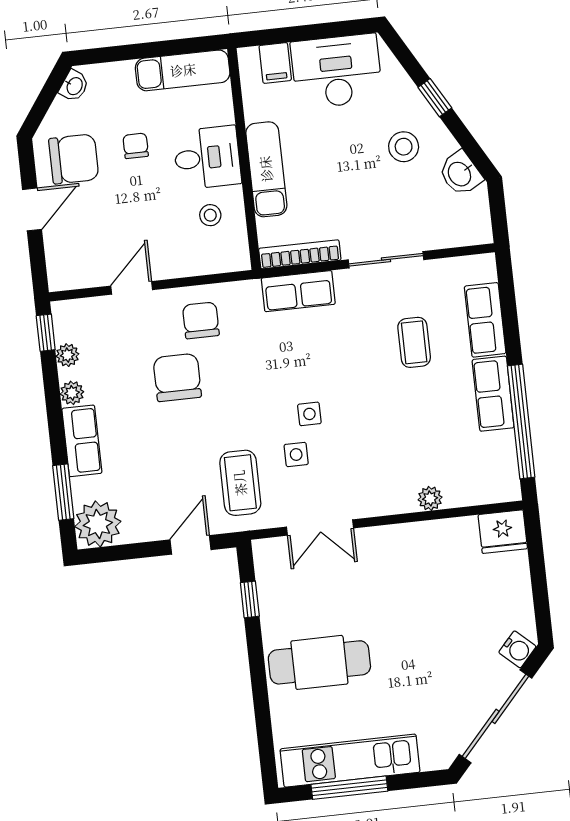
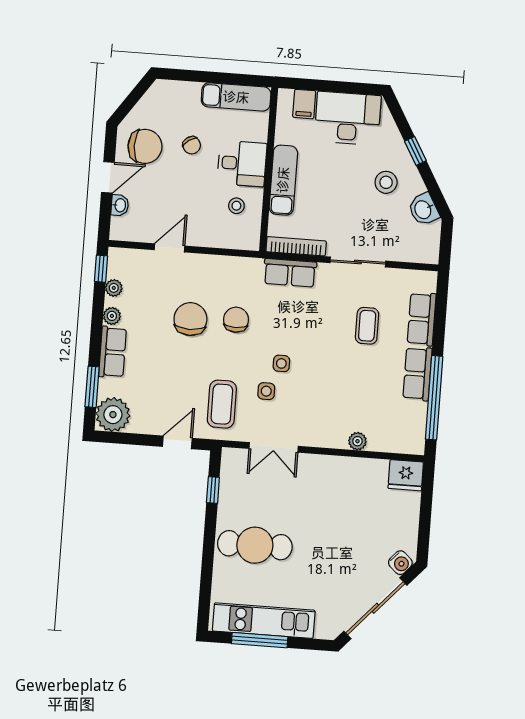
washbasin: (74, 86) -> (120, 205), moved, turned -35
chair: (136, 146) -> (192, 145), turned 145
chair: (201, 320) -> (236, 320), moved

